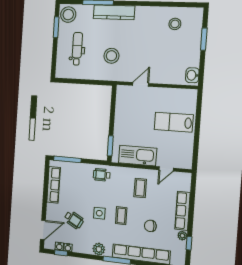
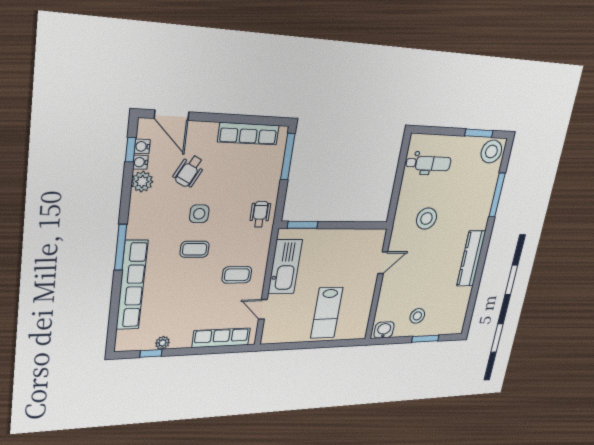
kitchen counter: (114, 12) -> (471, 259), moved
stool: (175, 24) -> (417, 316), moved
dental chair: (77, 49) -> (429, 163), moved
door: (141, 84) -> (383, 263), hinge flipped
lab bench: (174, 122) -> (327, 313), turned 180
row of seats: (183, 211) -> (221, 338), moved
chair: (150, 226) -> (178, 295), removed
plant: (99, 249) -> (142, 182), moved

